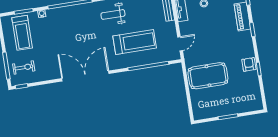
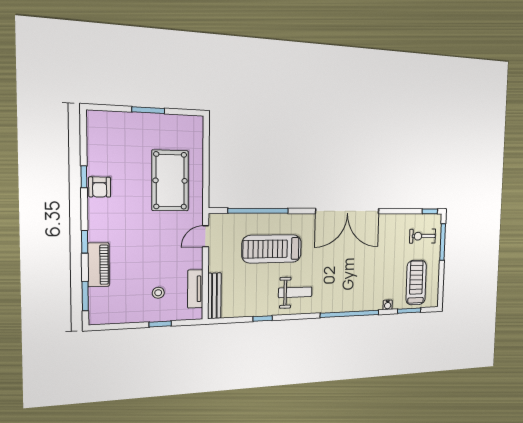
pool table: (208, 76) -> (170, 181), turned 90

